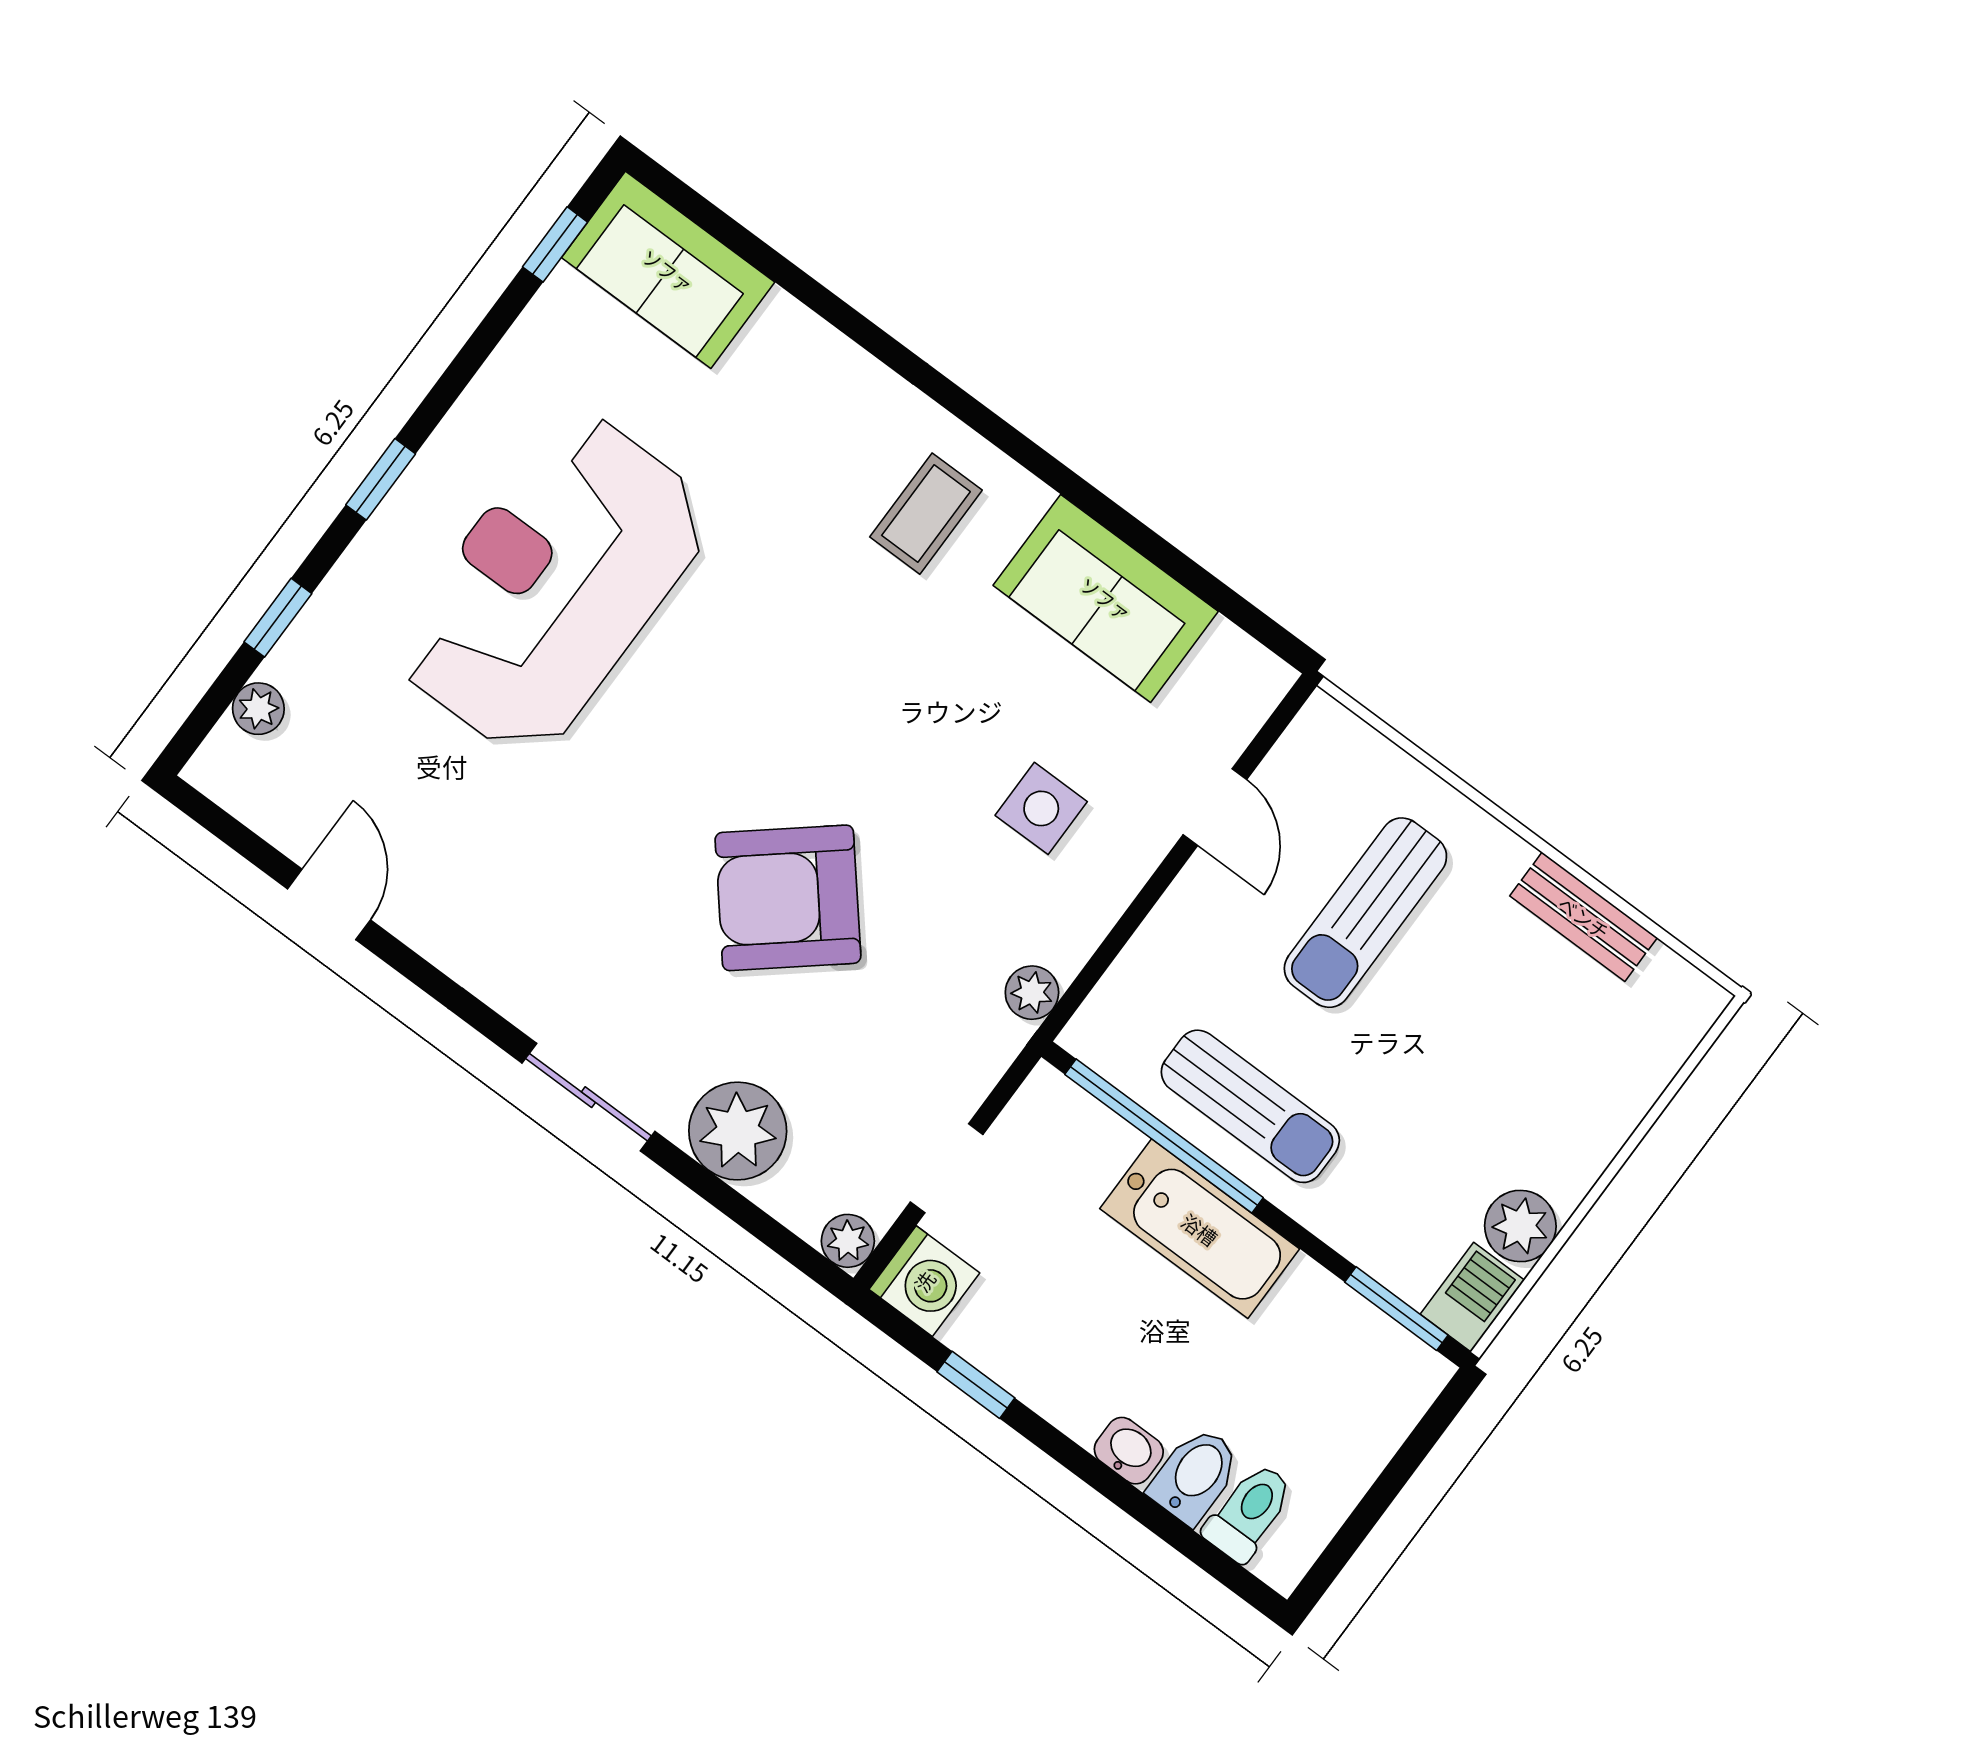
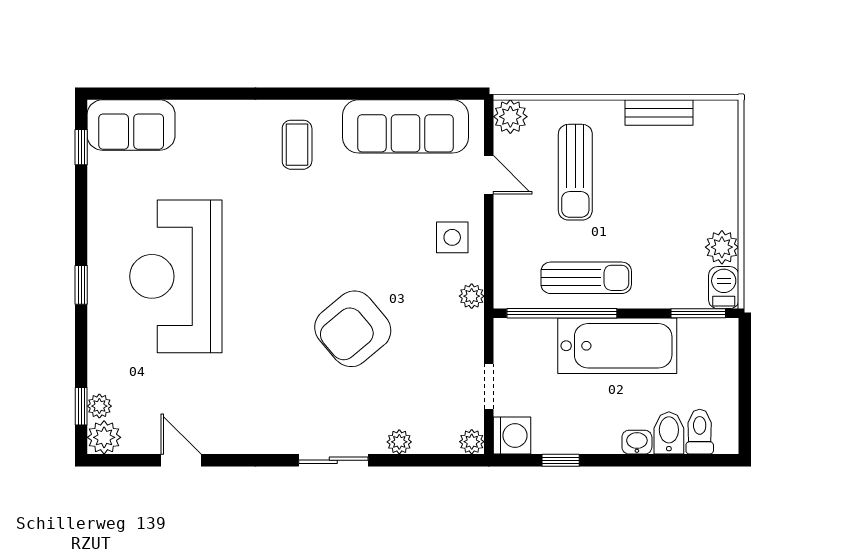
sofa: (1106, 598) -> (405, 126), width x1.36
window: (278, 618) -> (81, 406), moved
plant: (1325, 736) -> (510, 117), added
plant: (227, 768) -> (104, 437), added
side table: (1041, 808) -> (452, 237), moved
plant: (738, 1131) -> (399, 442), width x0.53, depth x0.53
bathtub: (1200, 1229) -> (617, 346), width x1.36, depth x1.36

